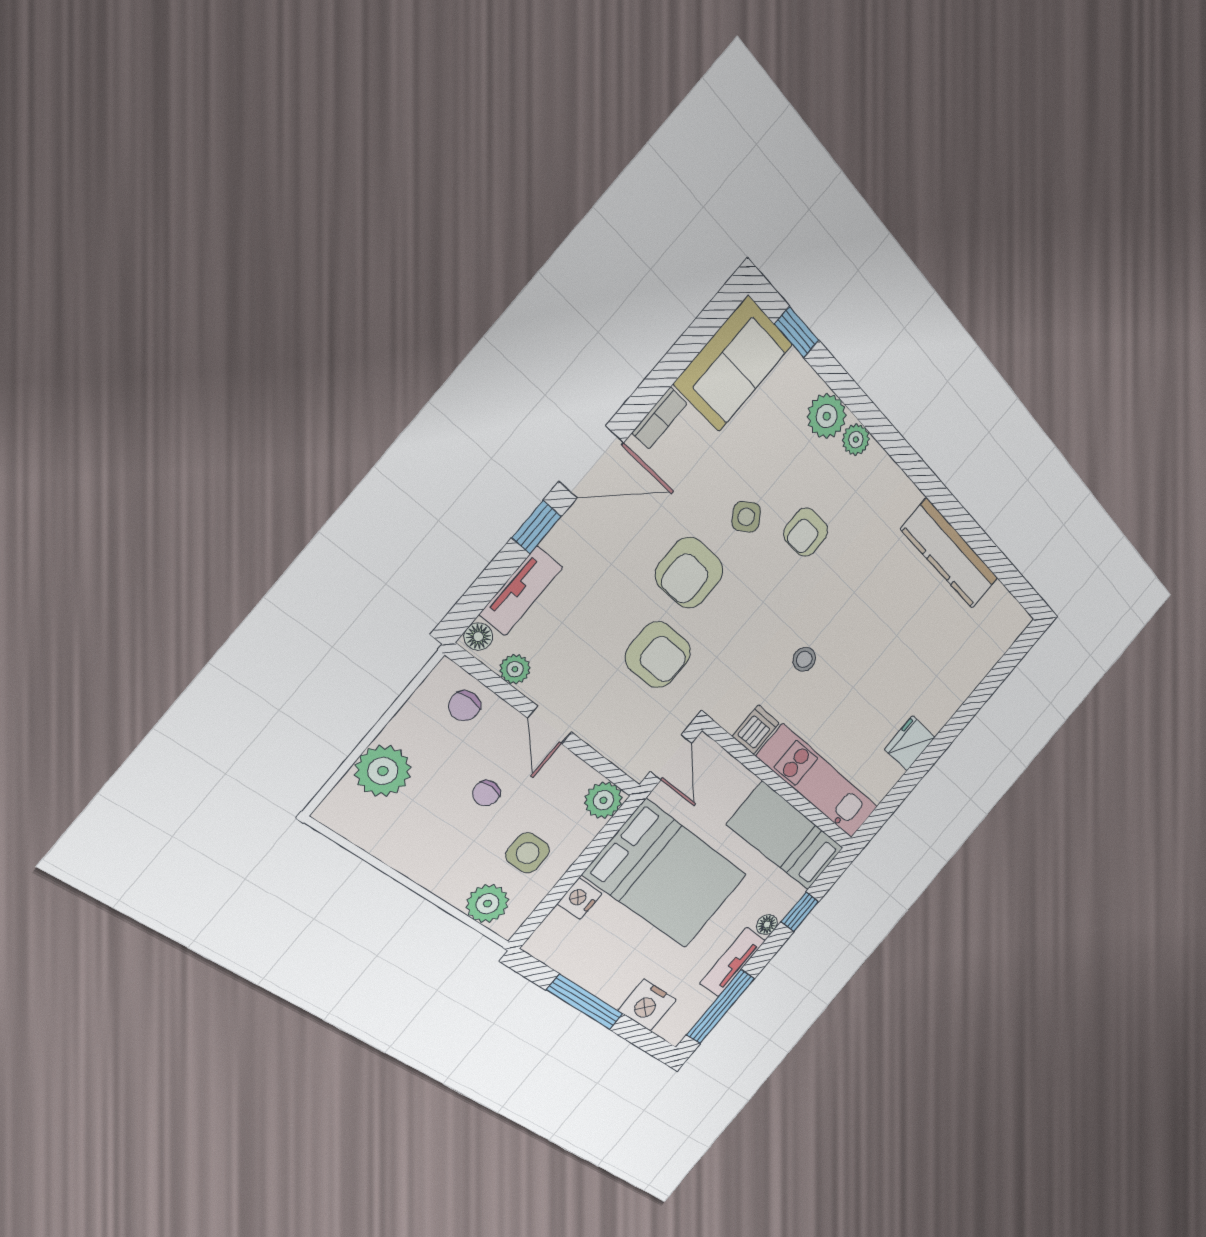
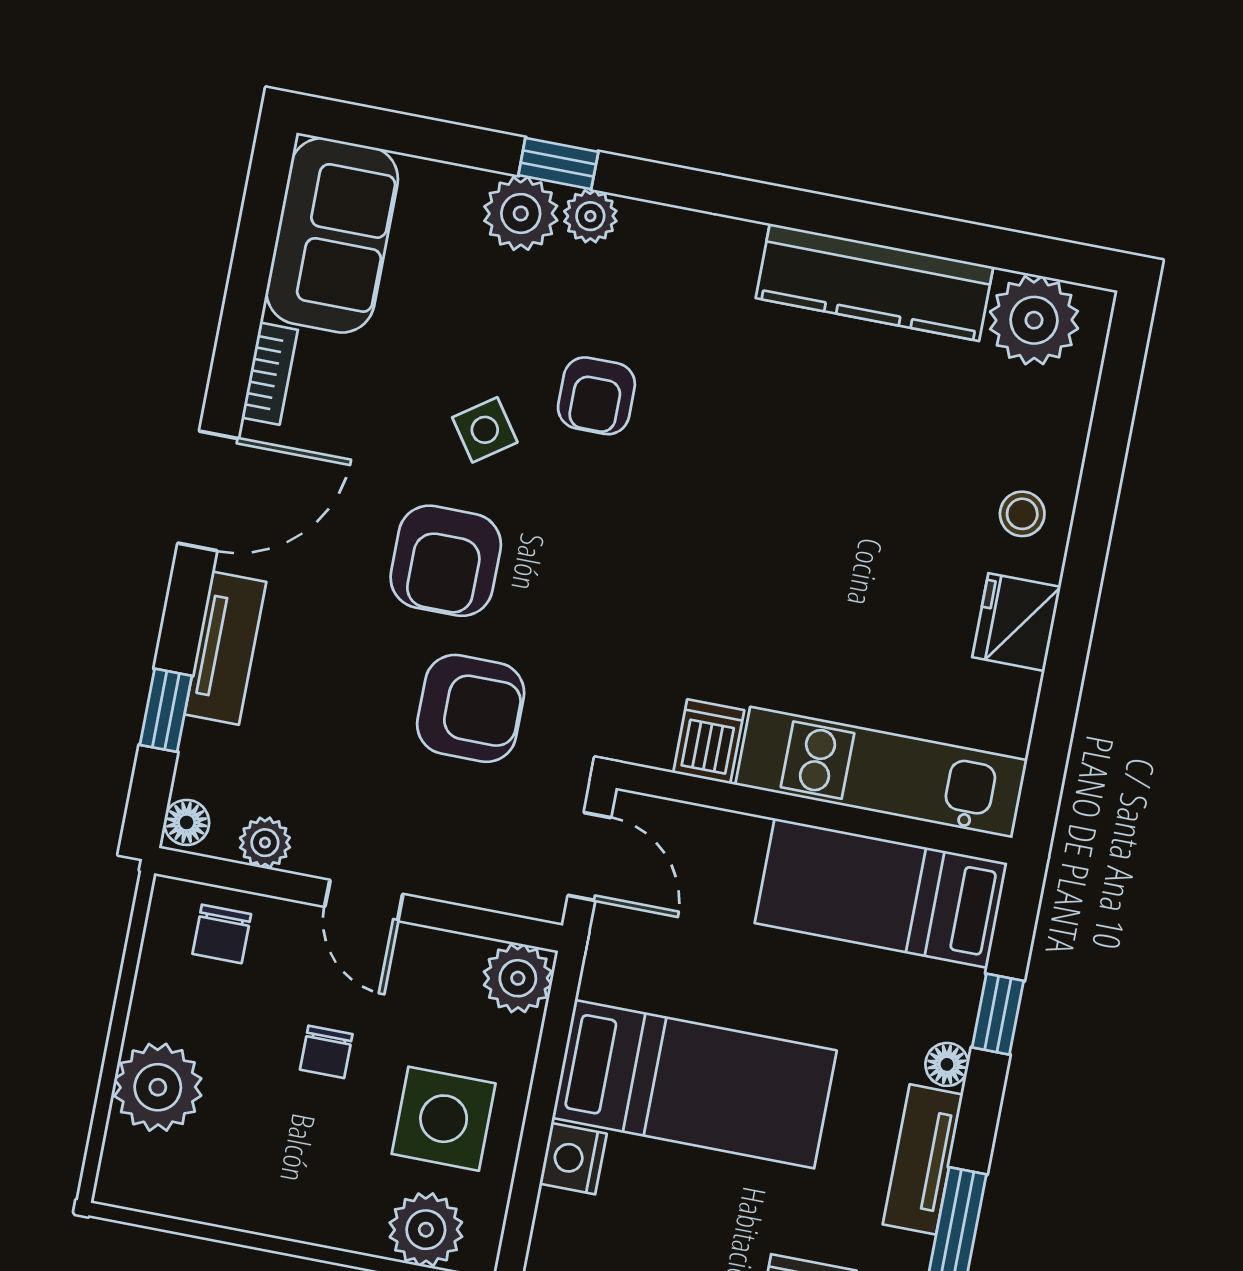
window: (797, 332) -> (558, 164), moved
window: (536, 527) -> (166, 710), moved
tv unit: (521, 591) -> (225, 648), moved
plant: (997, 612) -> (1034, 320), added
stool: (804, 659) -> (1022, 514), moved
side table: (528, 853) -> (444, 1119), width x1.37, depth x1.37
bed: (666, 875) -> (694, 1084), width x0.67

